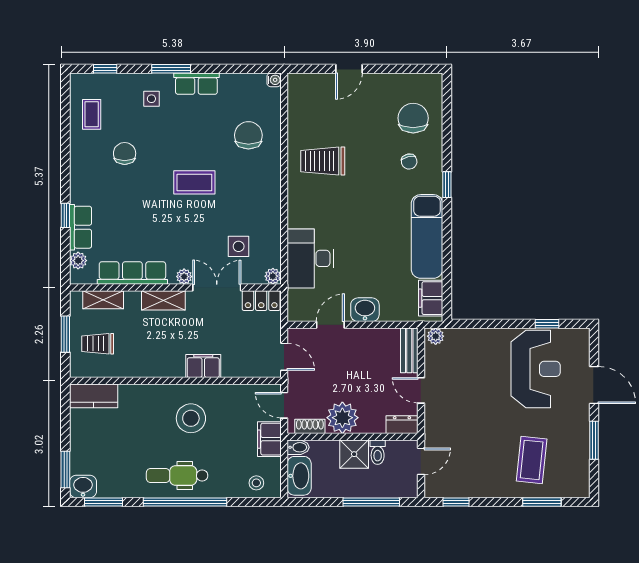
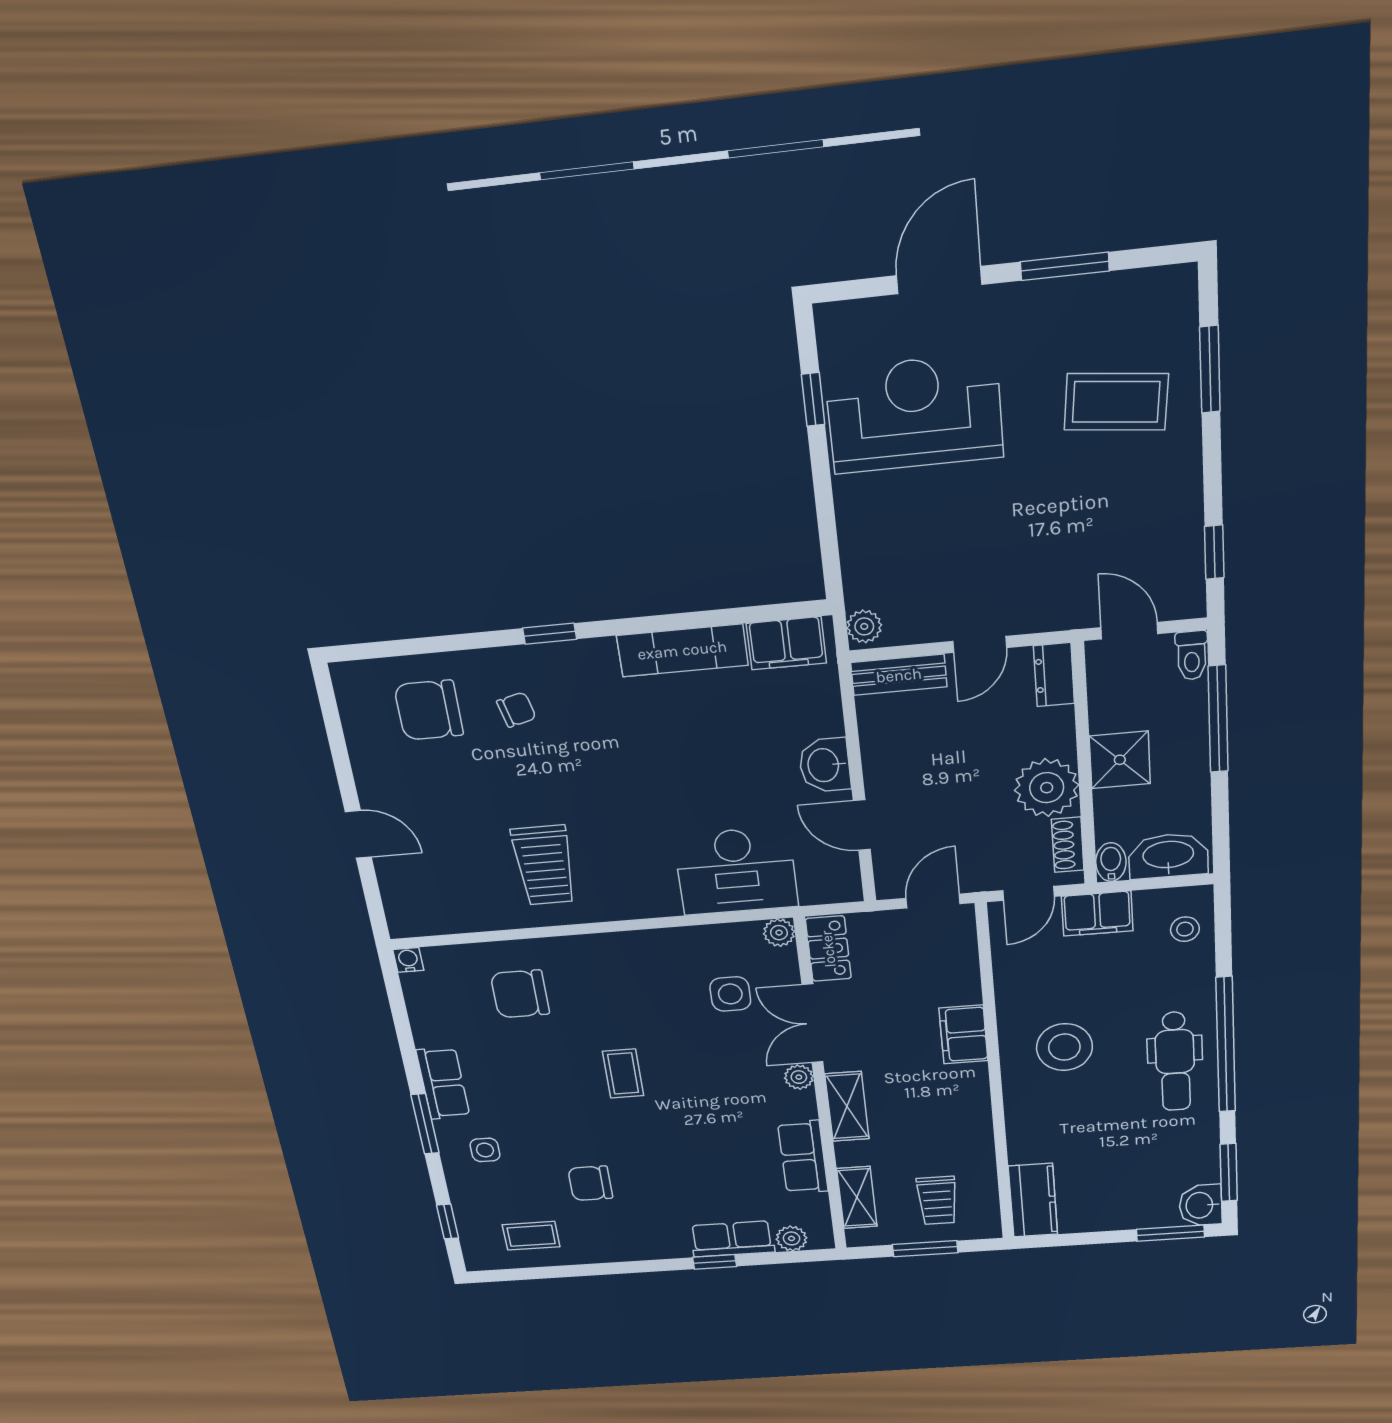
coffee table: (194, 182) -> (623, 1073), width x0.73, depth x0.77
exam couch: (427, 236) -> (682, 650), width x0.73, depth x0.69
row of seats: (132, 273) -> (803, 1157), width x0.68
toilet: (378, 452) -> (1192, 655), moved, turned 90

